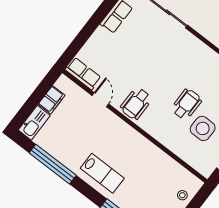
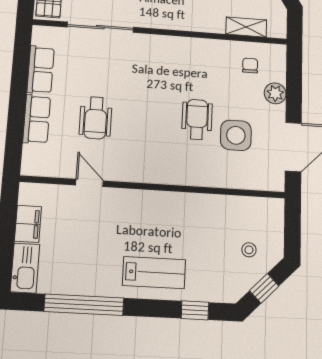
row of seats: (83, 74) -> (37, 119), moved, turned 90
wheelchair: (136, 104) -> (96, 118), moved
stool: (182, 195) -> (249, 250), moved

